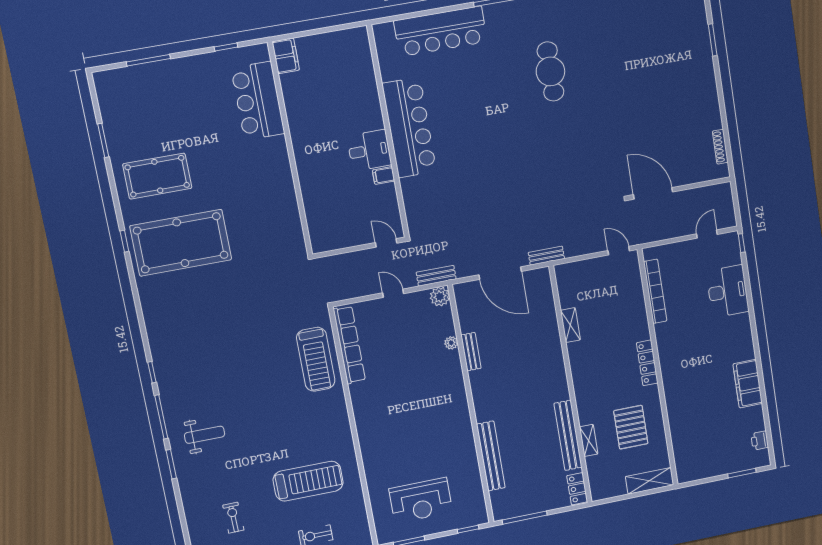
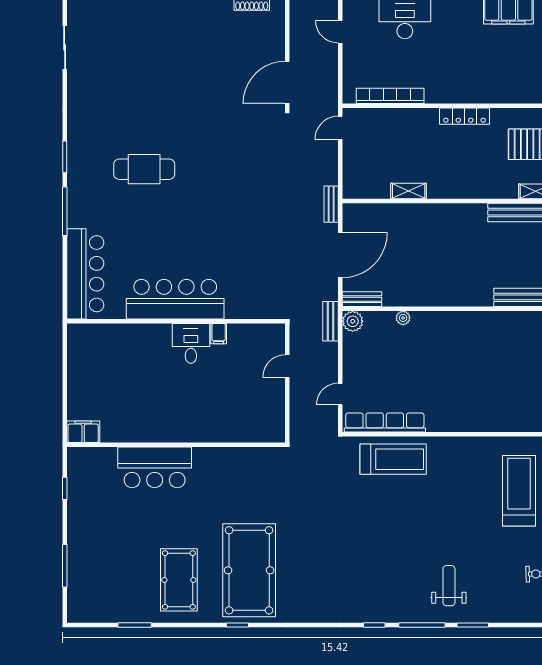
bar counter: (258, 101) -> (155, 467), moved
bar counter: (409, 127) -> (175, 299), moved
wall: (388, 132) -> (176, 321), moved
desk: (369, 150) -> (191, 343), moved
filing cabinet: (384, 176) -> (219, 334), moved
door: (393, 293) -> (340, 394), moved
bench: (471, 352) -> (362, 299), moved

